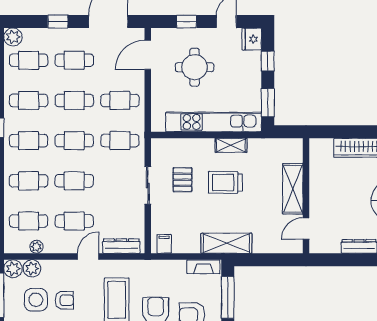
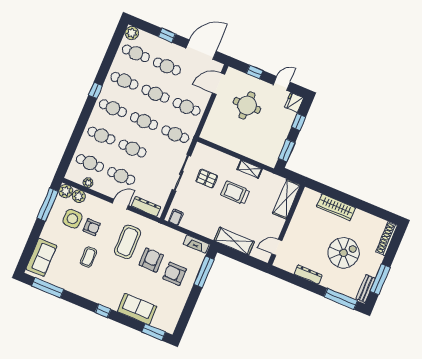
kitchen unit: (214, 122) -> (244, 148), removed
pallet: (182, 180) -> (207, 179), turned 90
sliding door: (148, 186) -> (181, 173), width x1.37
shelving: (293, 189) -> (286, 199), moved
shelving: (226, 243) -> (234, 241), moved

